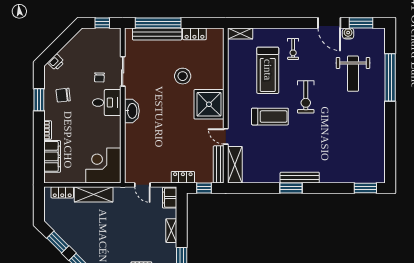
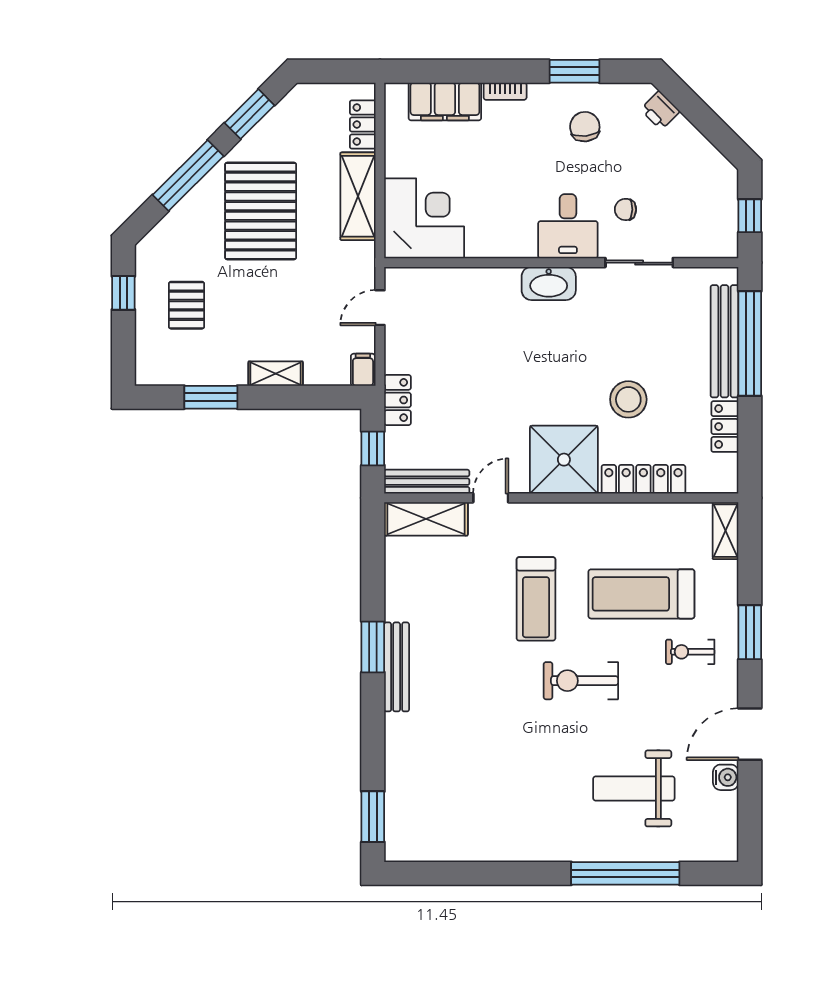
window: (361, 23) -> (750, 632), moved
locker: (218, 69) -> (643, 479), added
filing cabinet: (170, 198) -> (363, 370), width x0.50
pallet: (100, 237) -> (261, 211), added

